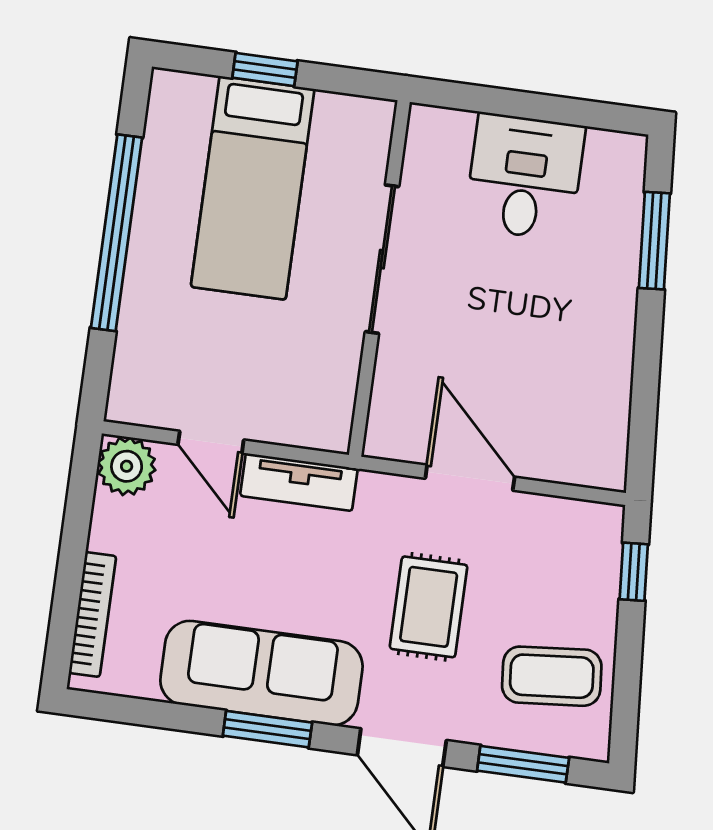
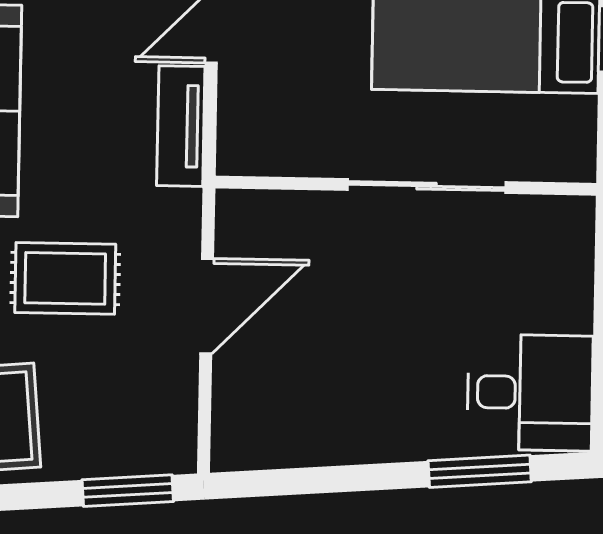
desk: (525, 177) -> (530, 393), moved
window: (634, 572) -> (128, 491), width x1.50

